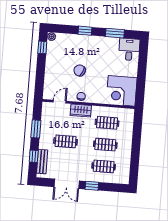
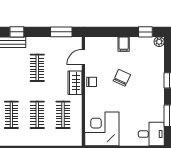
filing cabinet: (51, 67) -> (124, 44), added
door: (60, 102) -> (83, 57), swing flipped
window: (36, 129) -> (61, 32), moved

